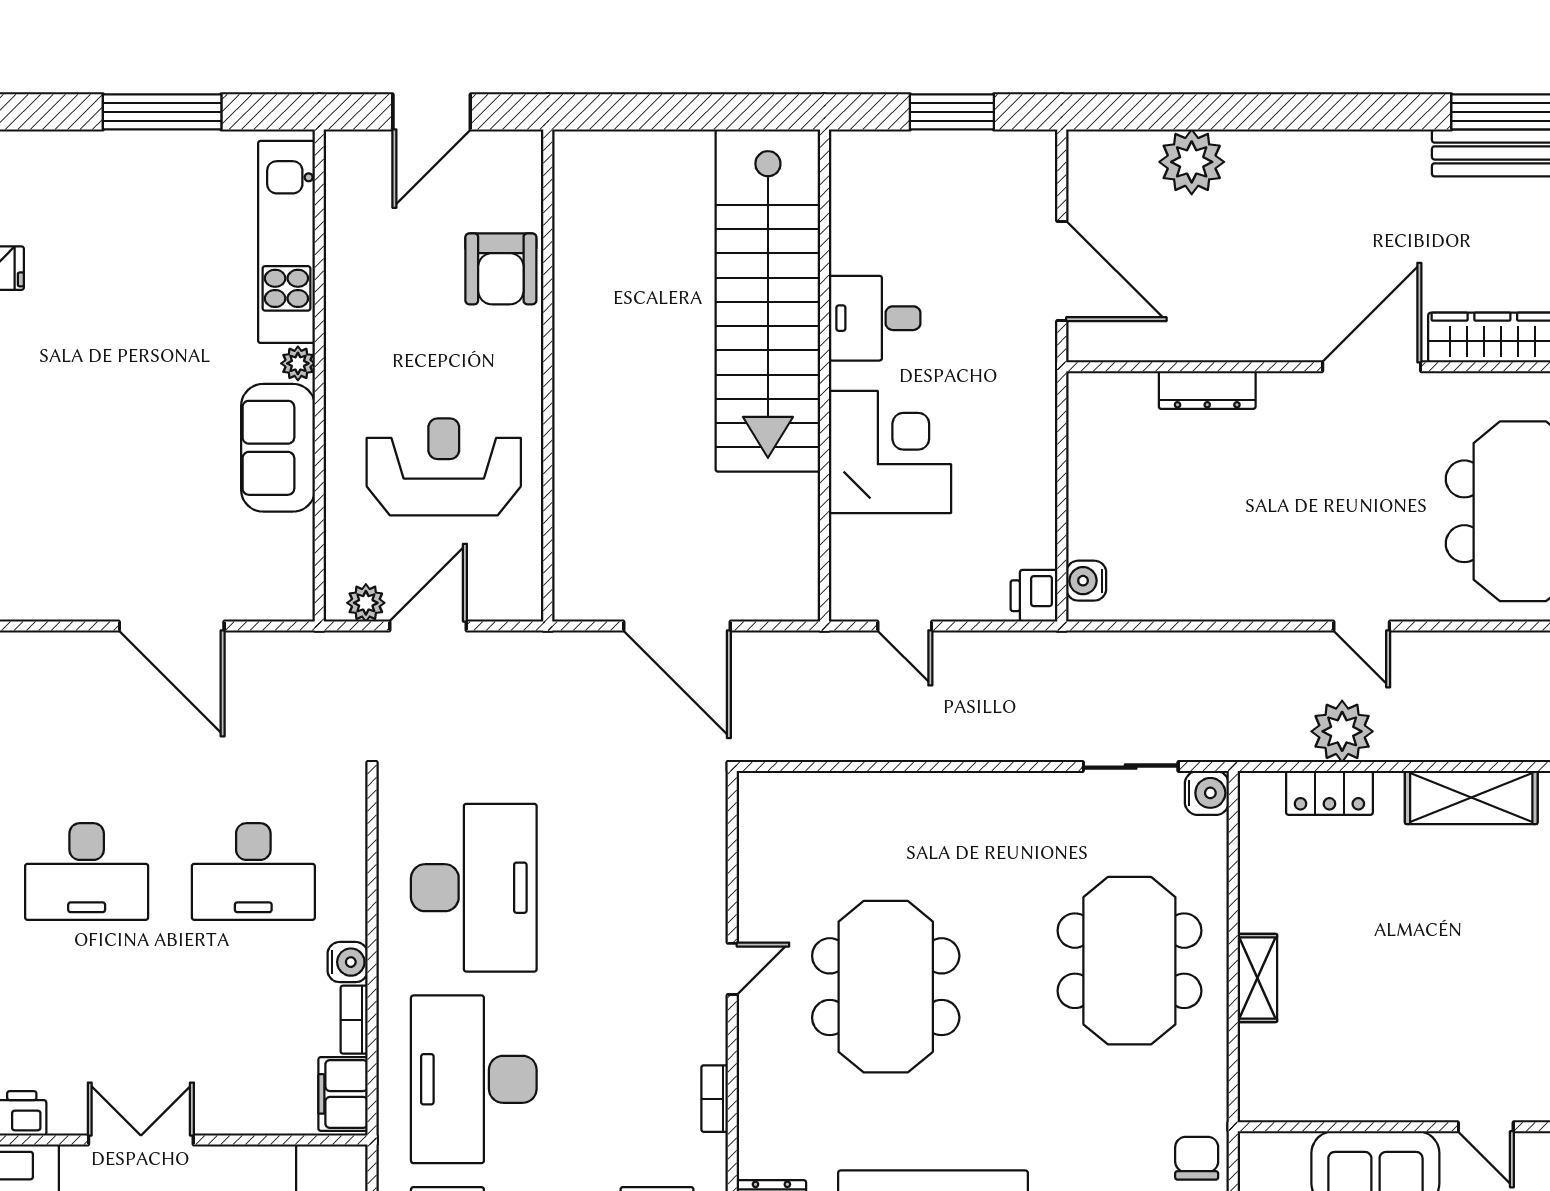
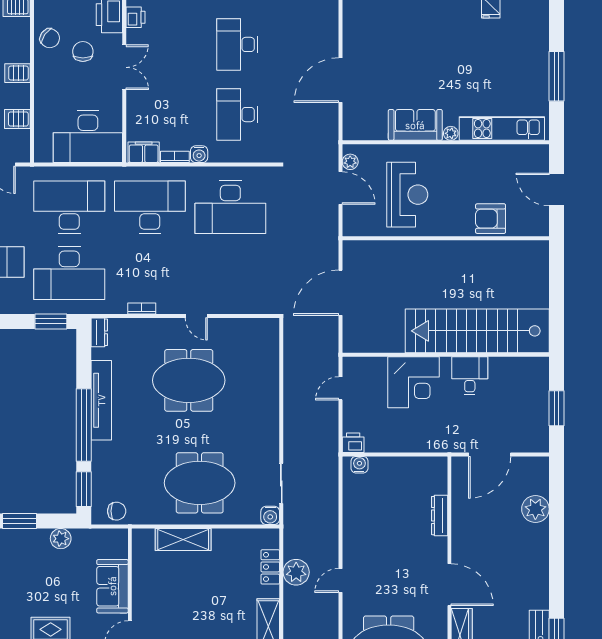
shelving: (1257, 978) -> (183, 539), width x1.50, depth x1.33

